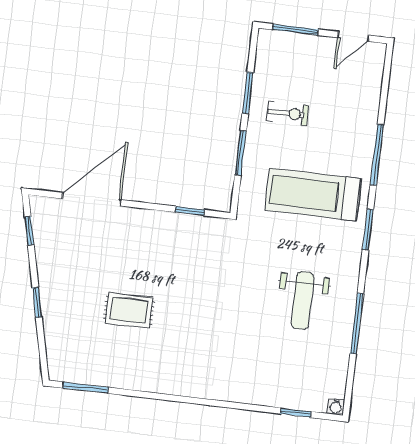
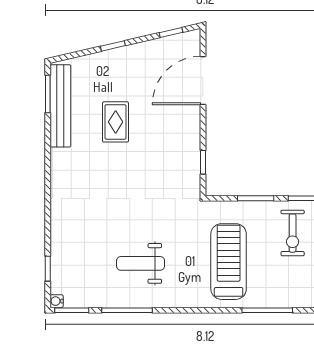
exercise bike: (288, 113) -> (293, 233), width x1.38, depth x1.39
door: (92, 199) -> (203, 80), swing flipped
window: (368, 230) -> (72, 310), moved
bench: (102, 374) -> (60, 106), added

